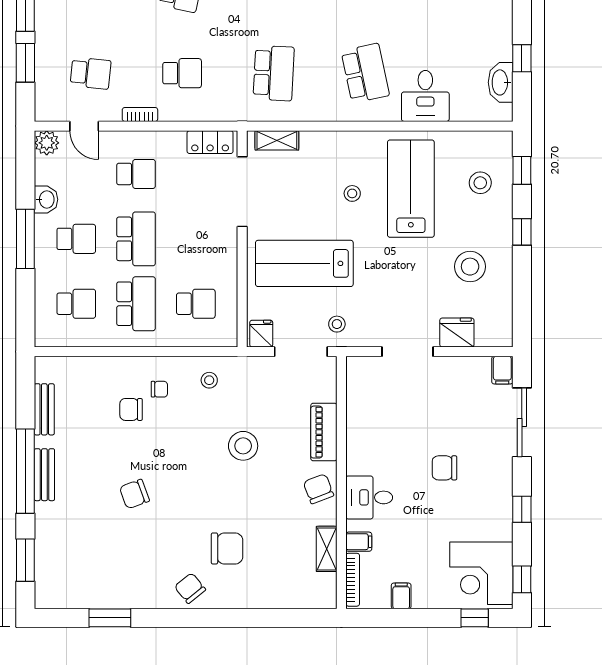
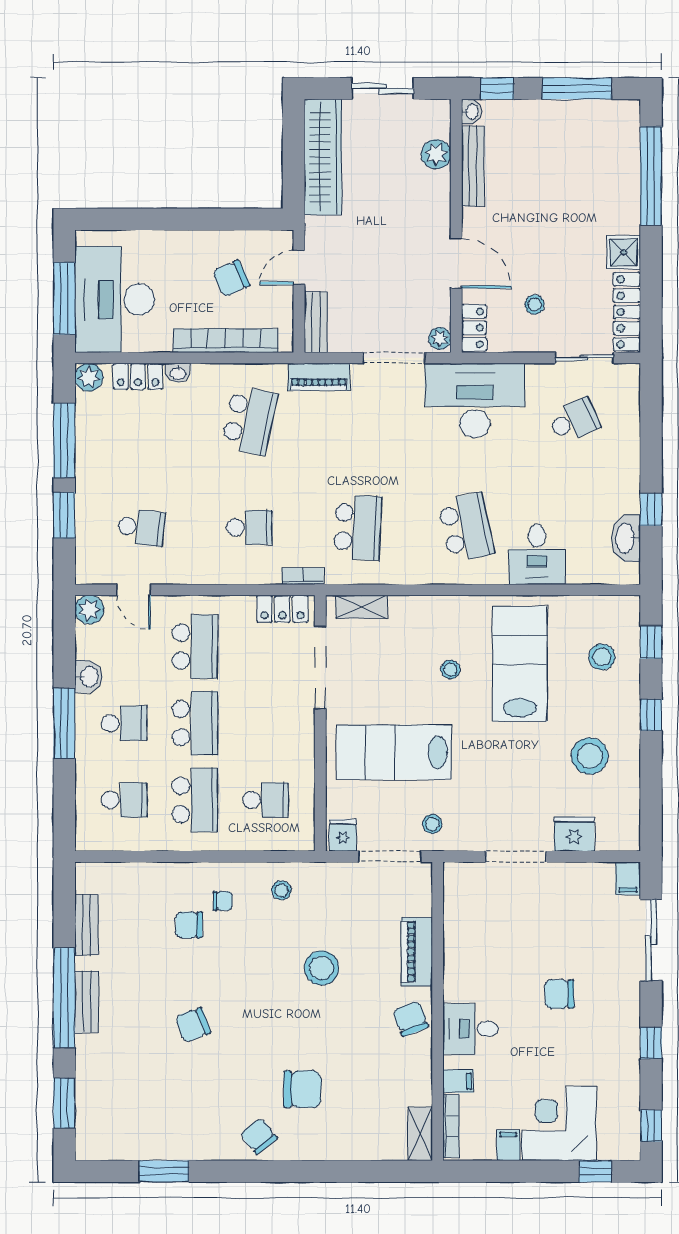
bookcase: (140, 114) -> (303, 576), moved
school desk: (136, 174) -> (195, 647), width x1.85
shelving: (327, 549) -> (420, 1134), moved
corner desk: (481, 573) -> (559, 1123), moved, turned 90

